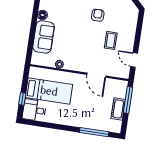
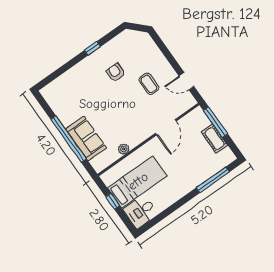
floor lamp: (42, 15) -> (66, 120), removed
window: (33, 27) -> (69, 139), added
door: (96, 75) -> (166, 127), hinge flipped
window: (22, 99) -> (113, 201), moved

